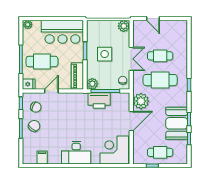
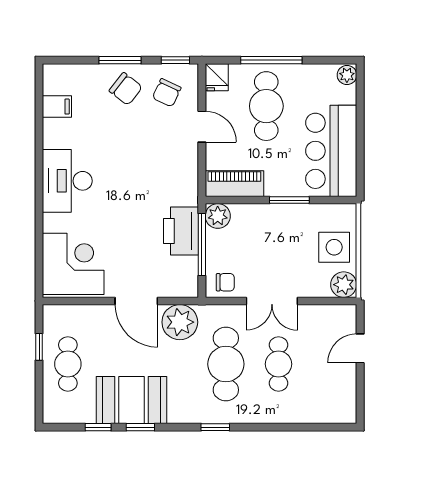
side table: (105, 54) -> (334, 247), moved

